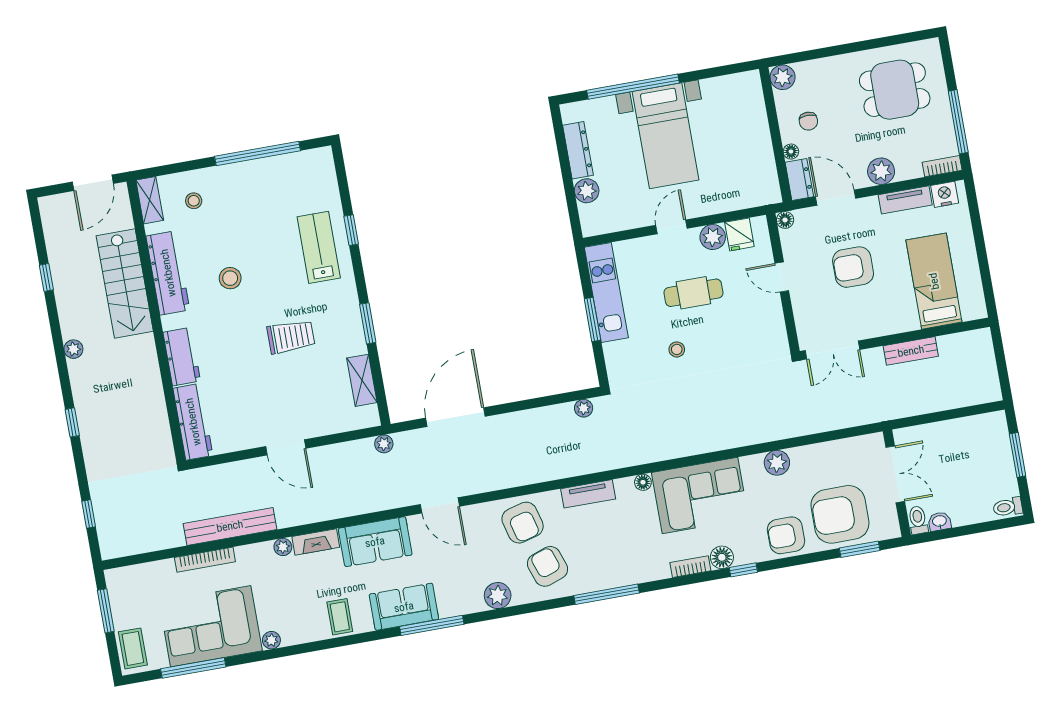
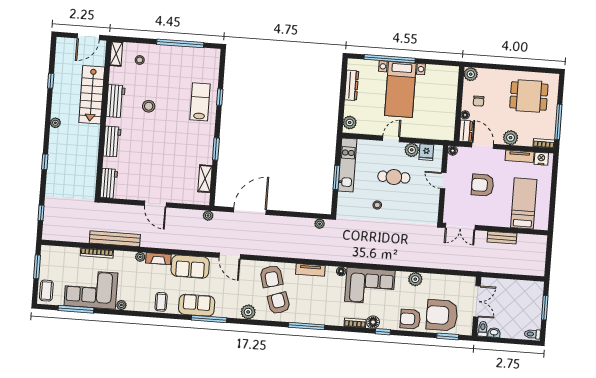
plant: (587, 191) -> (350, 123), moved
workbench: (168, 273) -> (116, 101), width x0.73
trolley: (291, 337) -> (173, 146), removed
workbench: (193, 422) -> (109, 183), width x0.73

